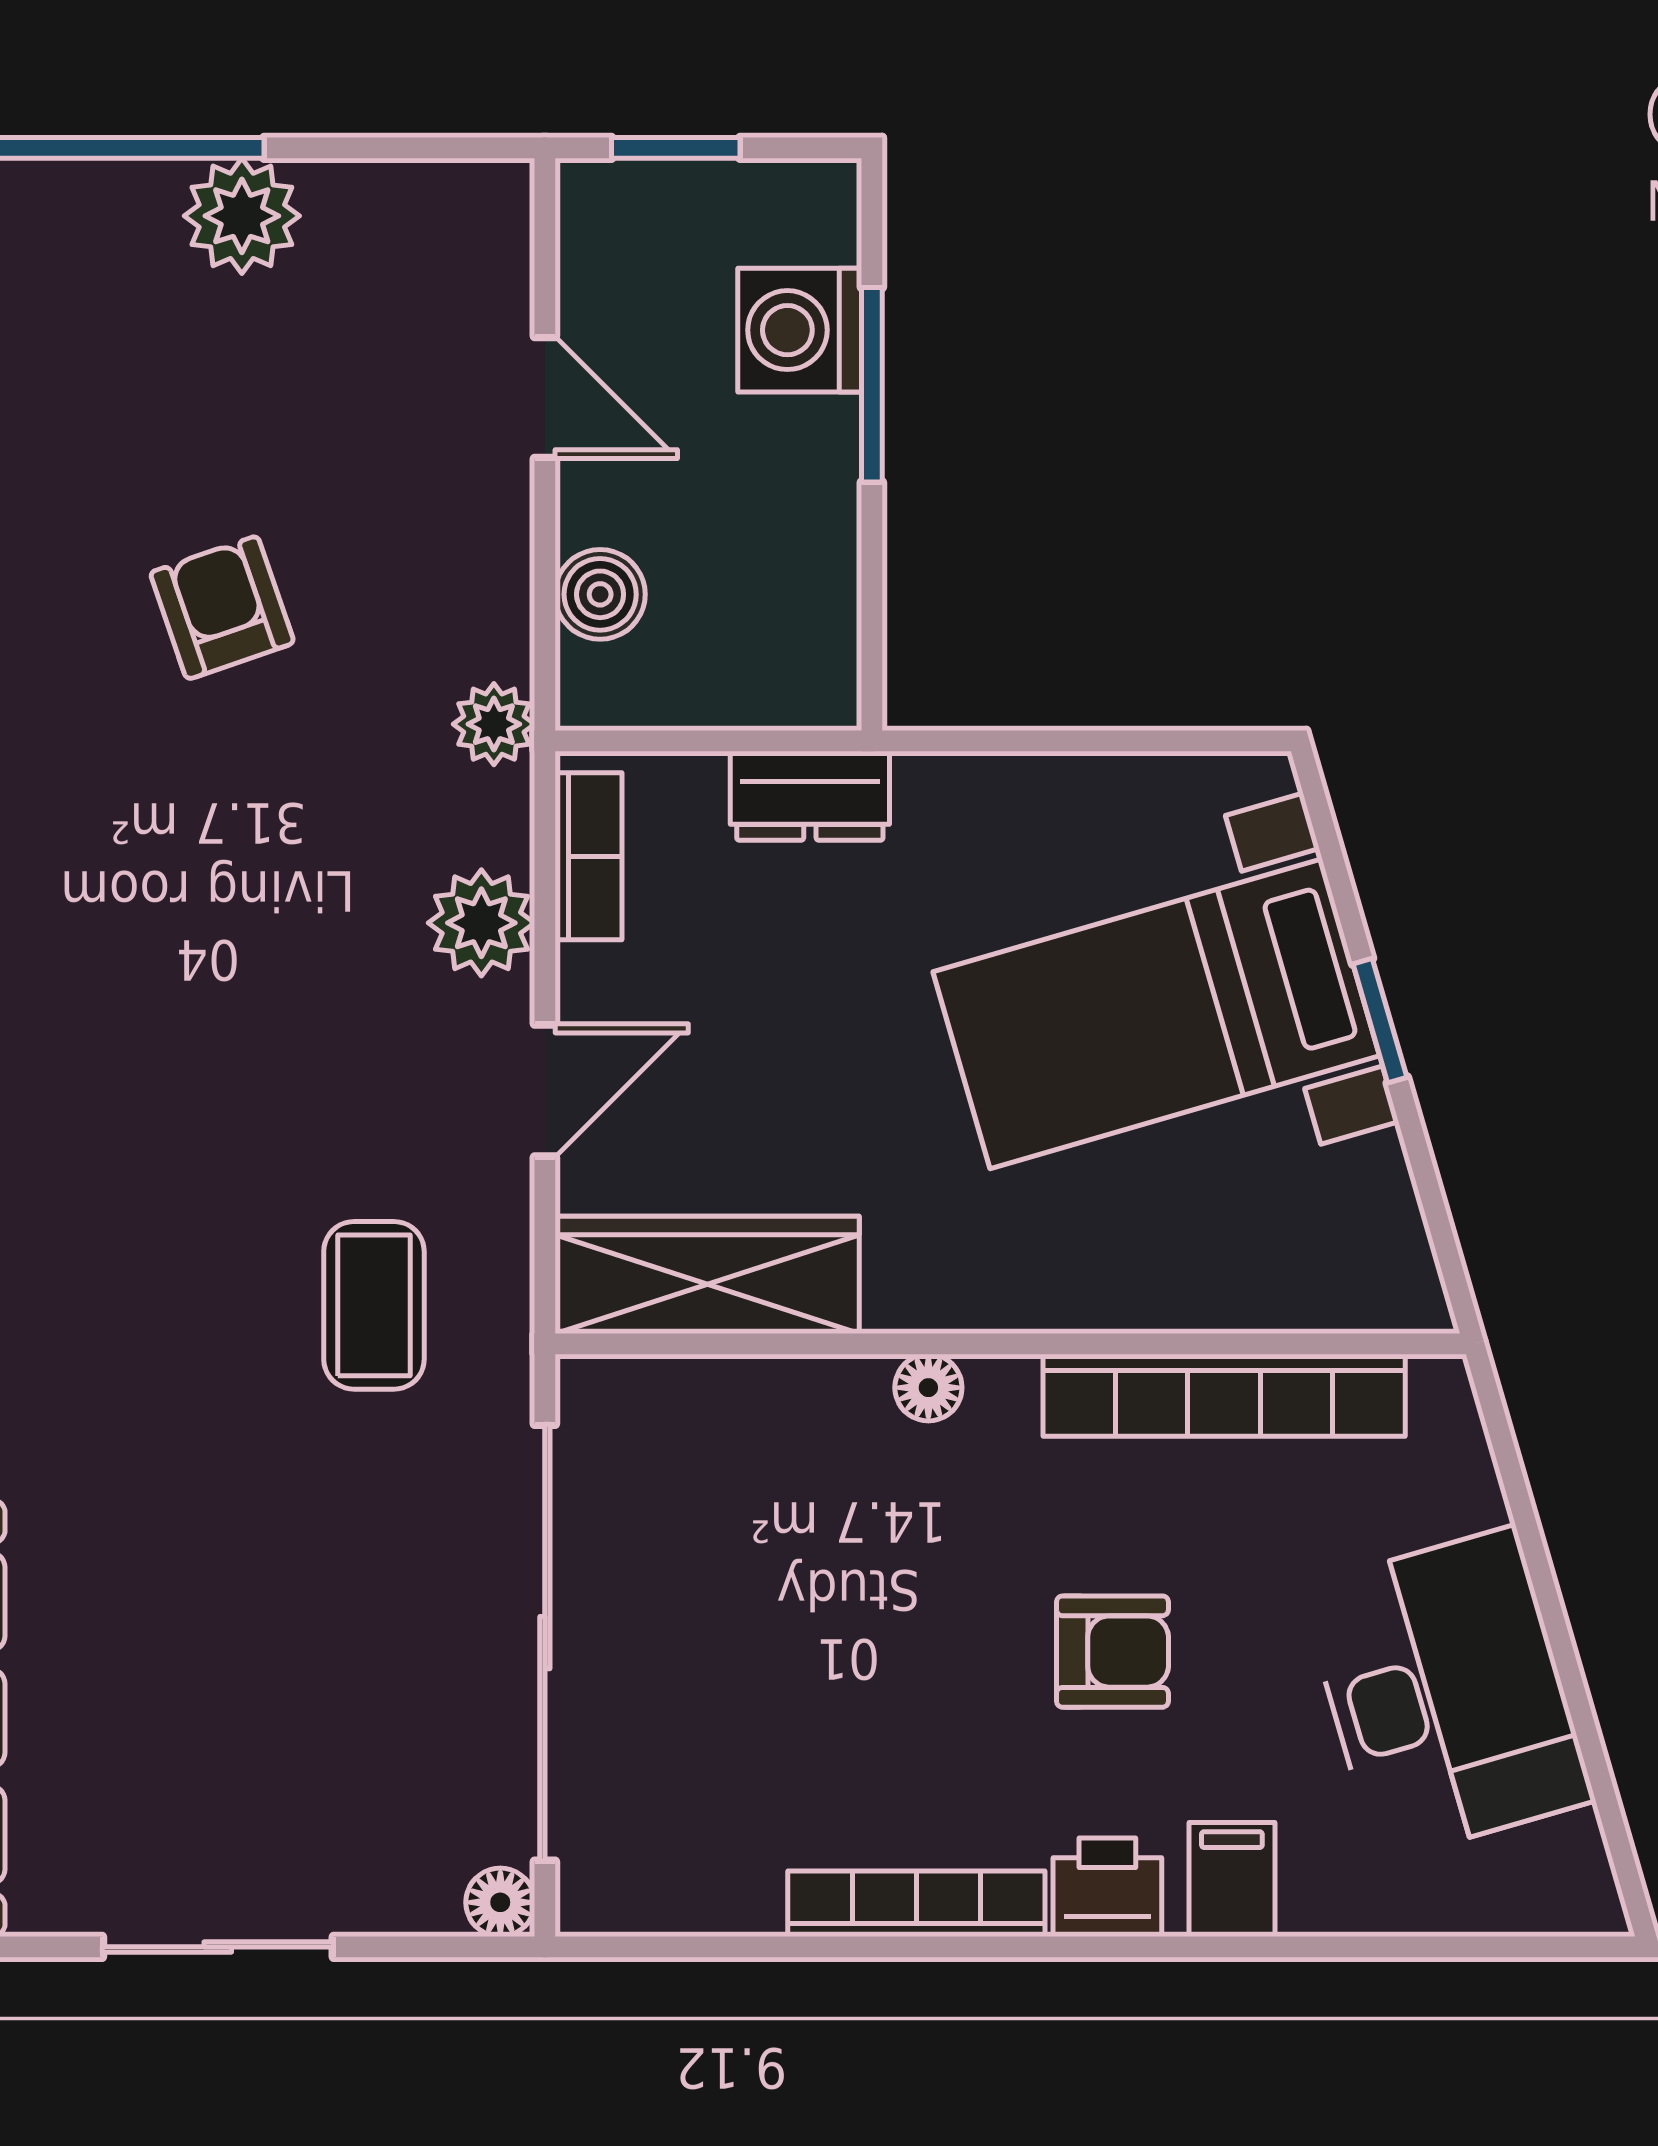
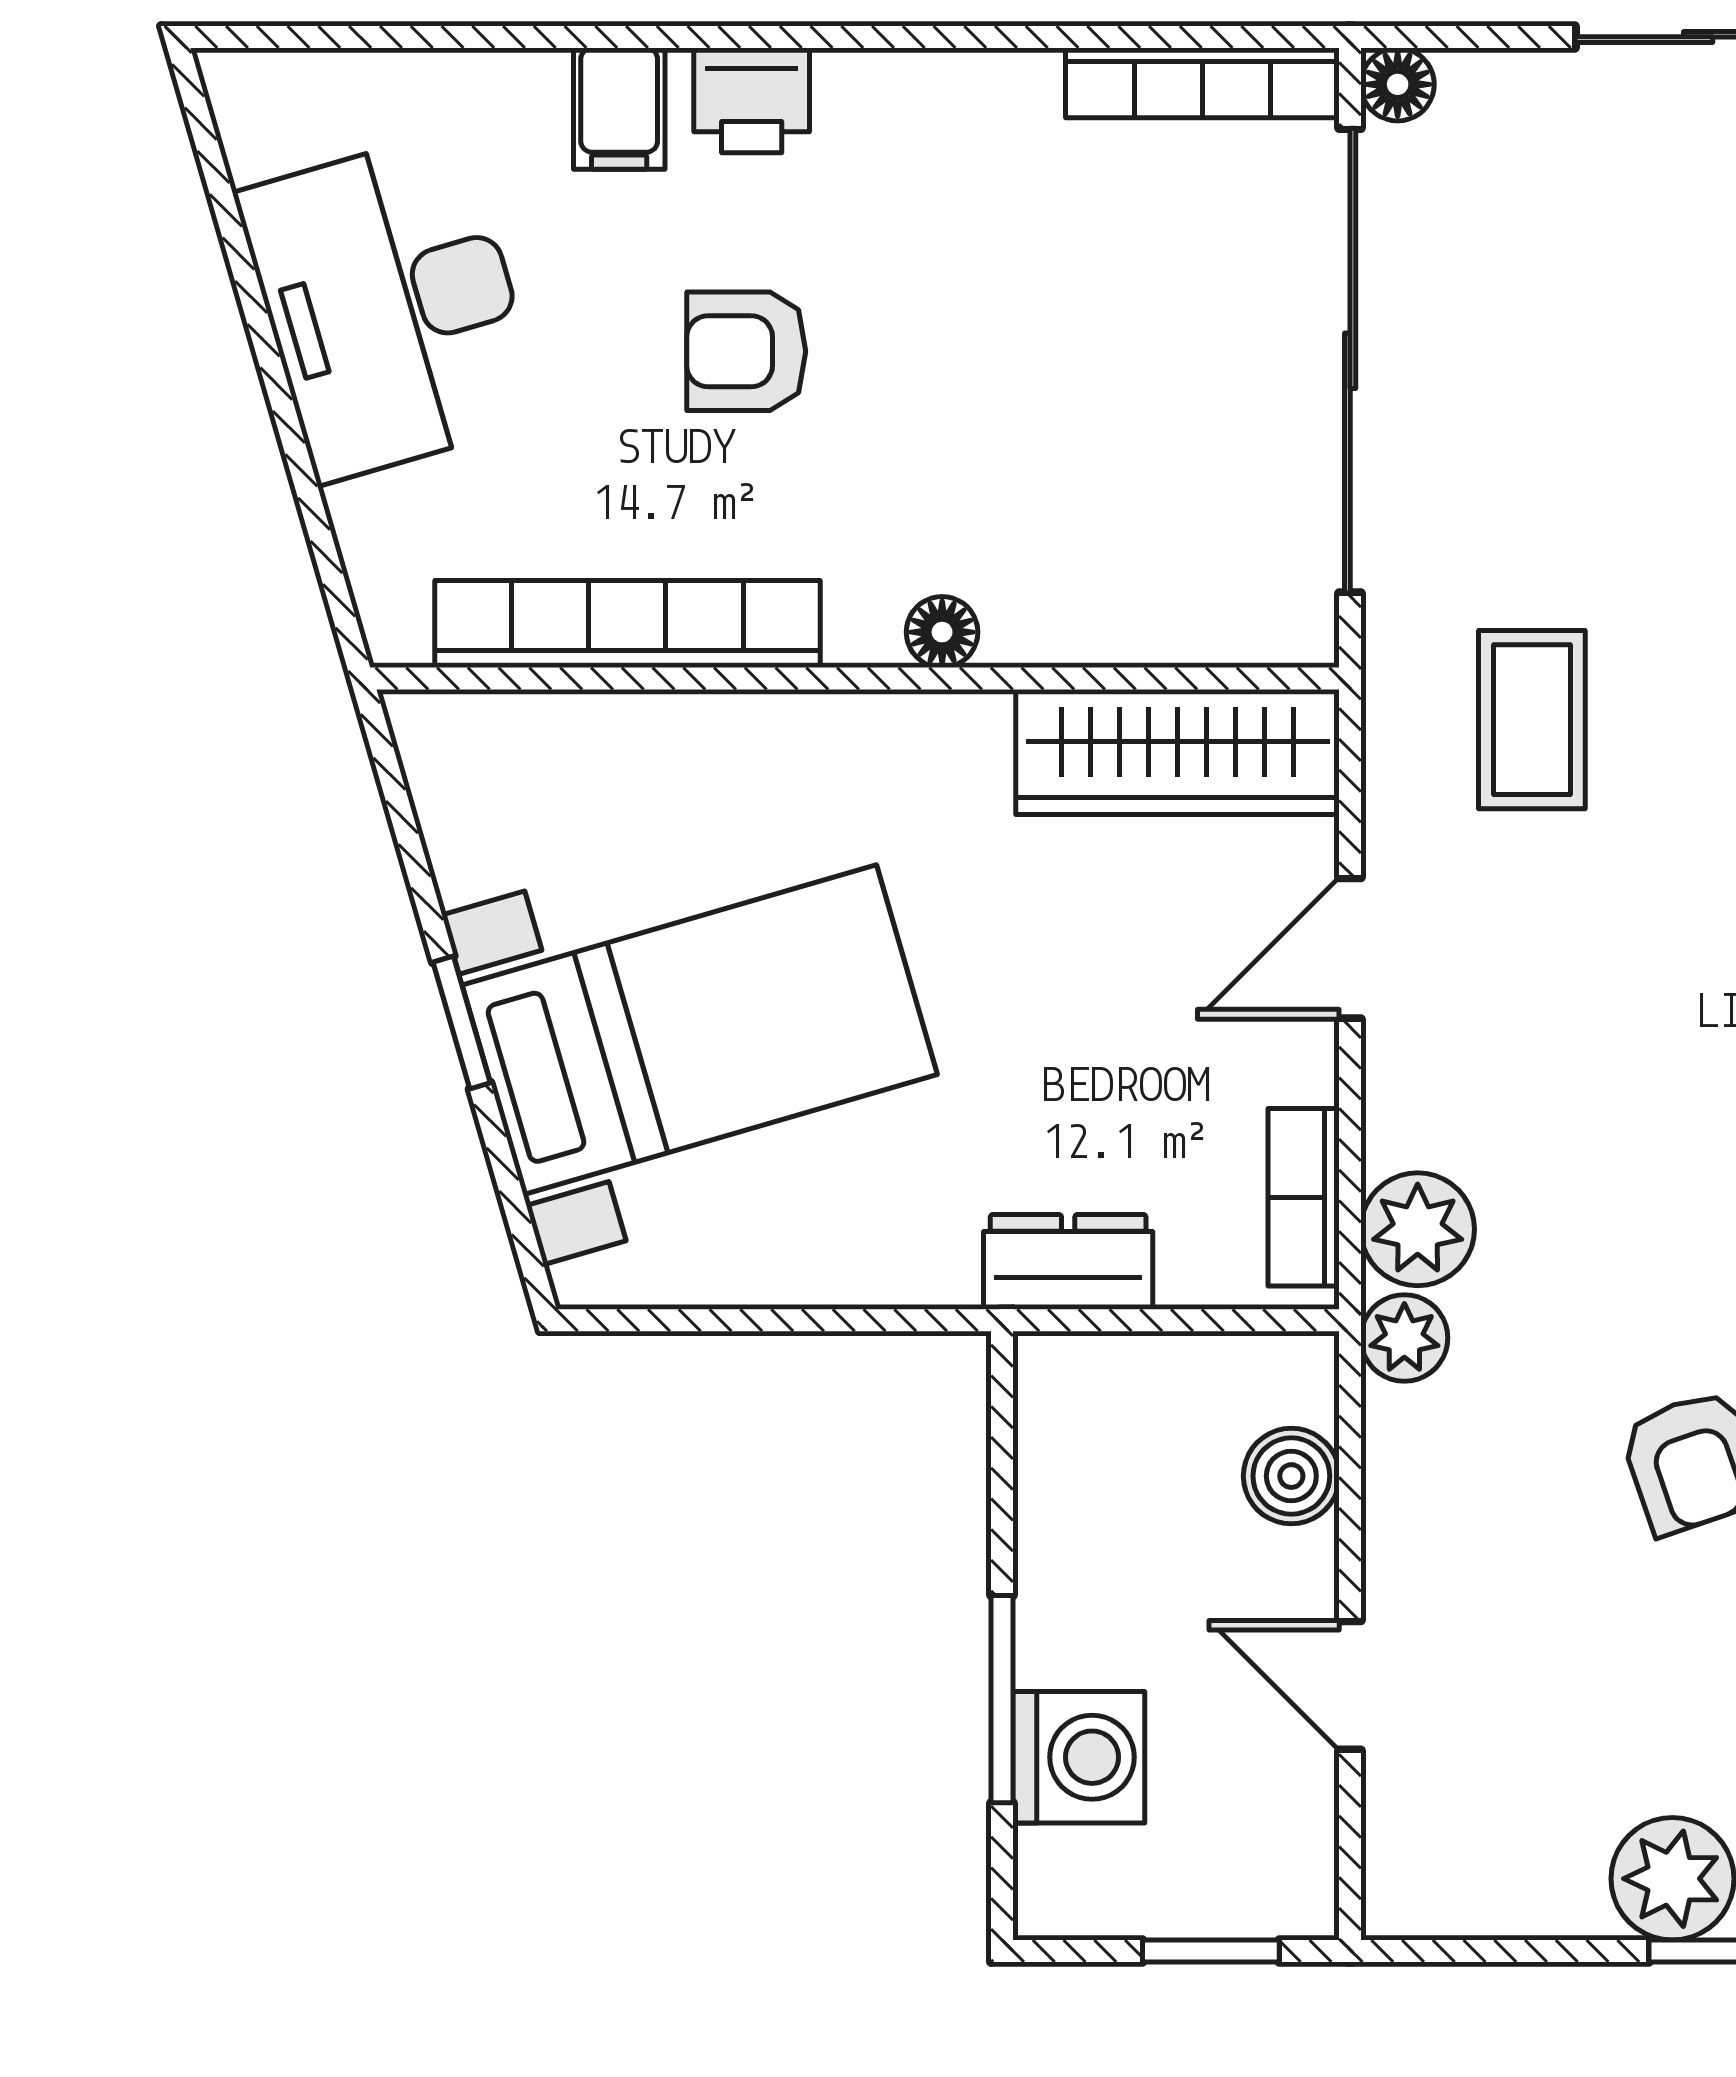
plant: (481, 923) -> (1418, 1229), moved
bookcase: (916, 1904) -> (1202, 83), moved

